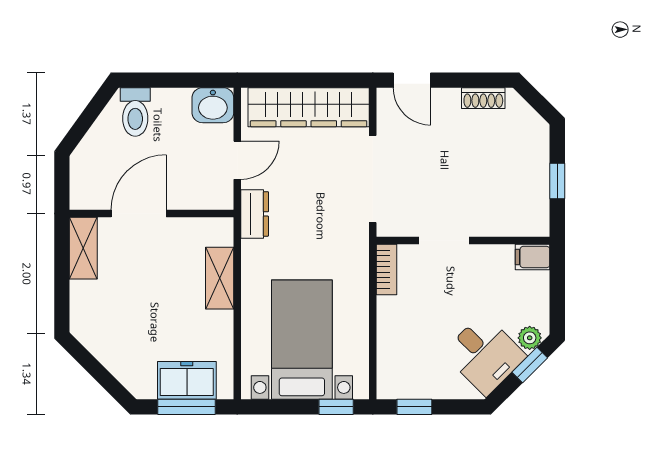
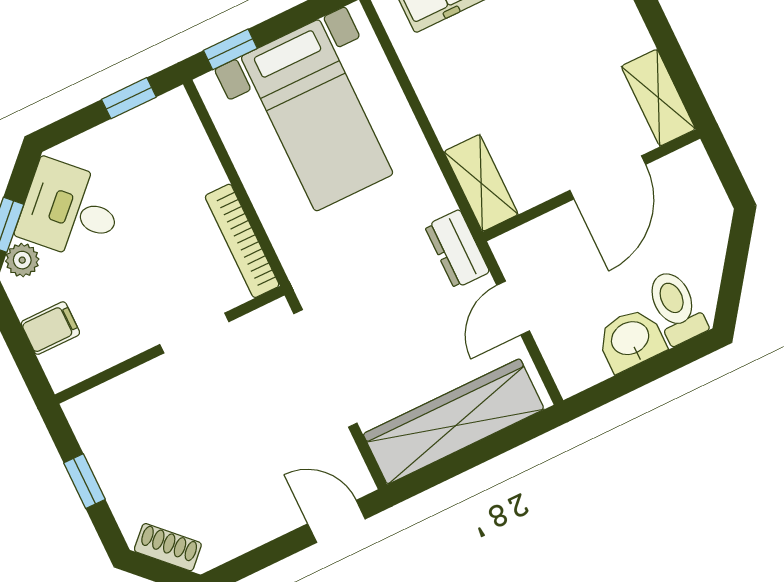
shoe rack: (483, 98) -> (168, 547), moved, turned 45
washbasin: (213, 105) -> (631, 339), moved
filing cabinet: (533, 257) -> (50, 328), moved
bookcase: (386, 269) -> (242, 241), width x1.56
shelving: (220, 278) -> (481, 183), moved

